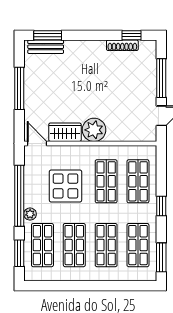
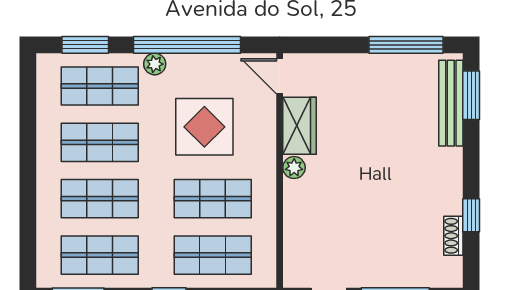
window: (131, 35) -> (471, 215), moved
shoe rack: (122, 45) -> (453, 236), width x0.70
bench: (46, 47) -> (451, 103), width x1.36
window: (19, 88) -> (406, 45), moved
plant: (94, 130) -> (294, 168), width x0.53, depth x0.53
door: (37, 143) -> (280, 76), swing flipped

